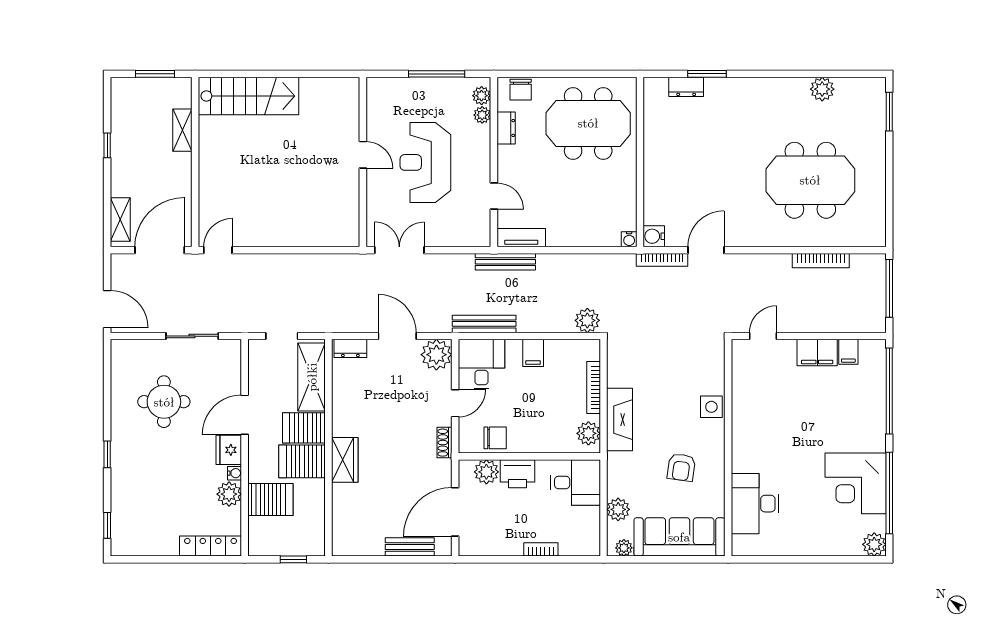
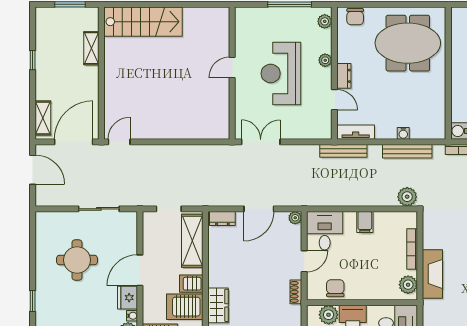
plant: (482, 115) -> (325, 60), moved
dresser: (506, 128) -> (344, 76), moved
door: (363, 155) -> (232, 68), swing flipped
water cooler: (629, 239) -> (403, 133), moved
door: (107, 309) -> (33, 170), moved
bench: (484, 324) -> (407, 151), moved
door: (397, 336) -> (259, 209), swing flipped
plant: (436, 355) -> (295, 218), width x0.53, depth x0.53
server rack: (304, 428) -> (191, 284), width x0.73, depth x0.70
chair: (495, 438) -> (335, 288), turned -90

